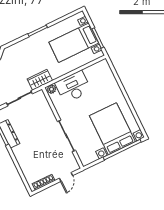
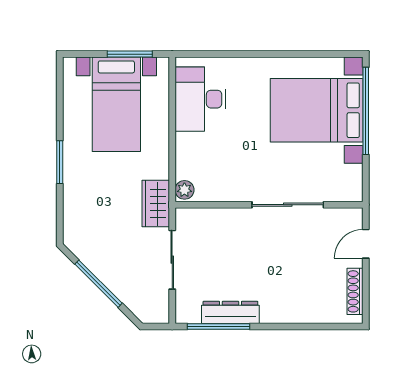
desk: (73, 87) -> (200, 99), moved
door: (66, 177) -> (366, 244), swing flipped

